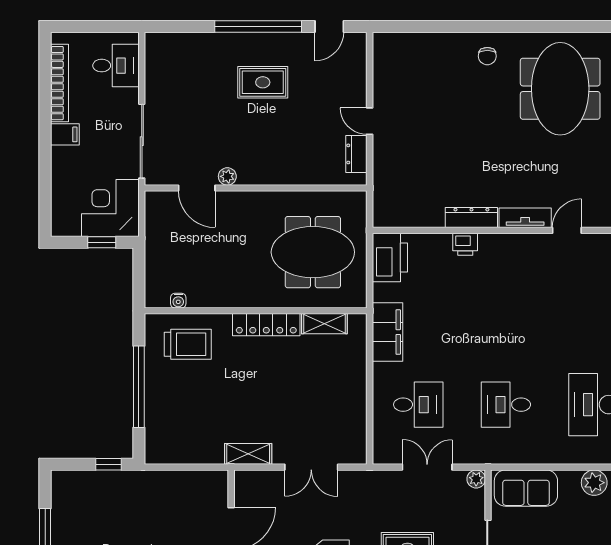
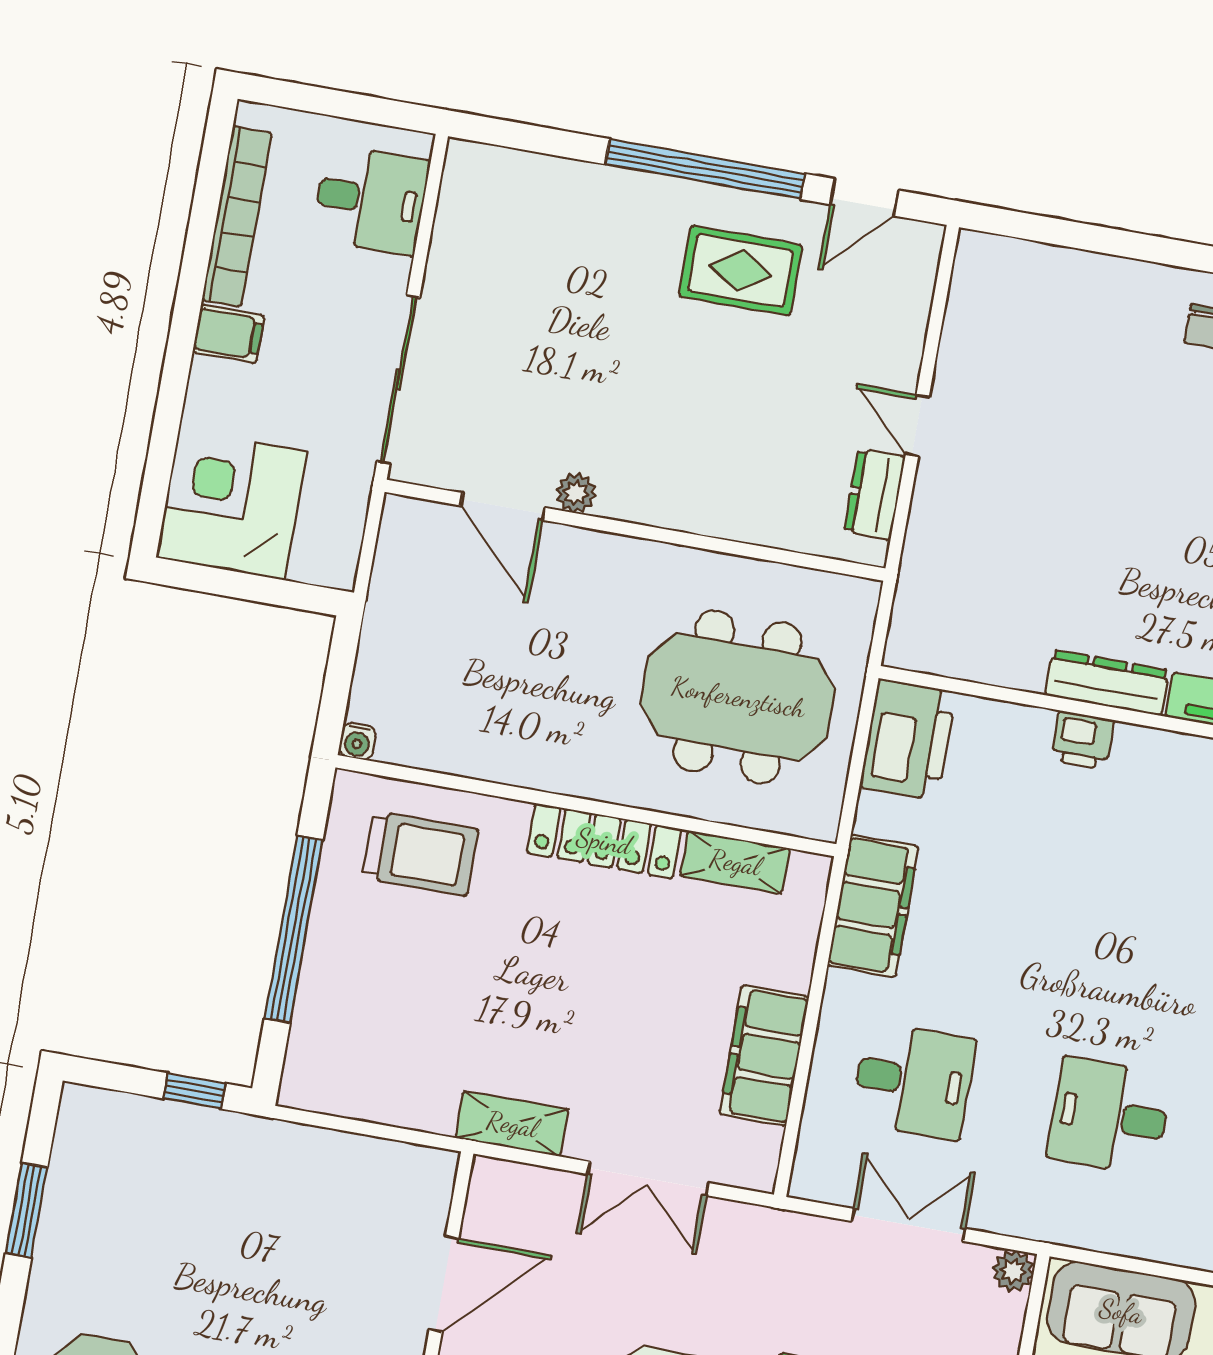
rug: (263, 82) -> (741, 271), moved
corner desk: (110, 208) -> (232, 505), moved
window: (102, 242) -> (268, 590), removed
water cooler: (178, 301) -> (357, 741), moved
filing cabinet: (352, 405) -> (764, 1055), added

